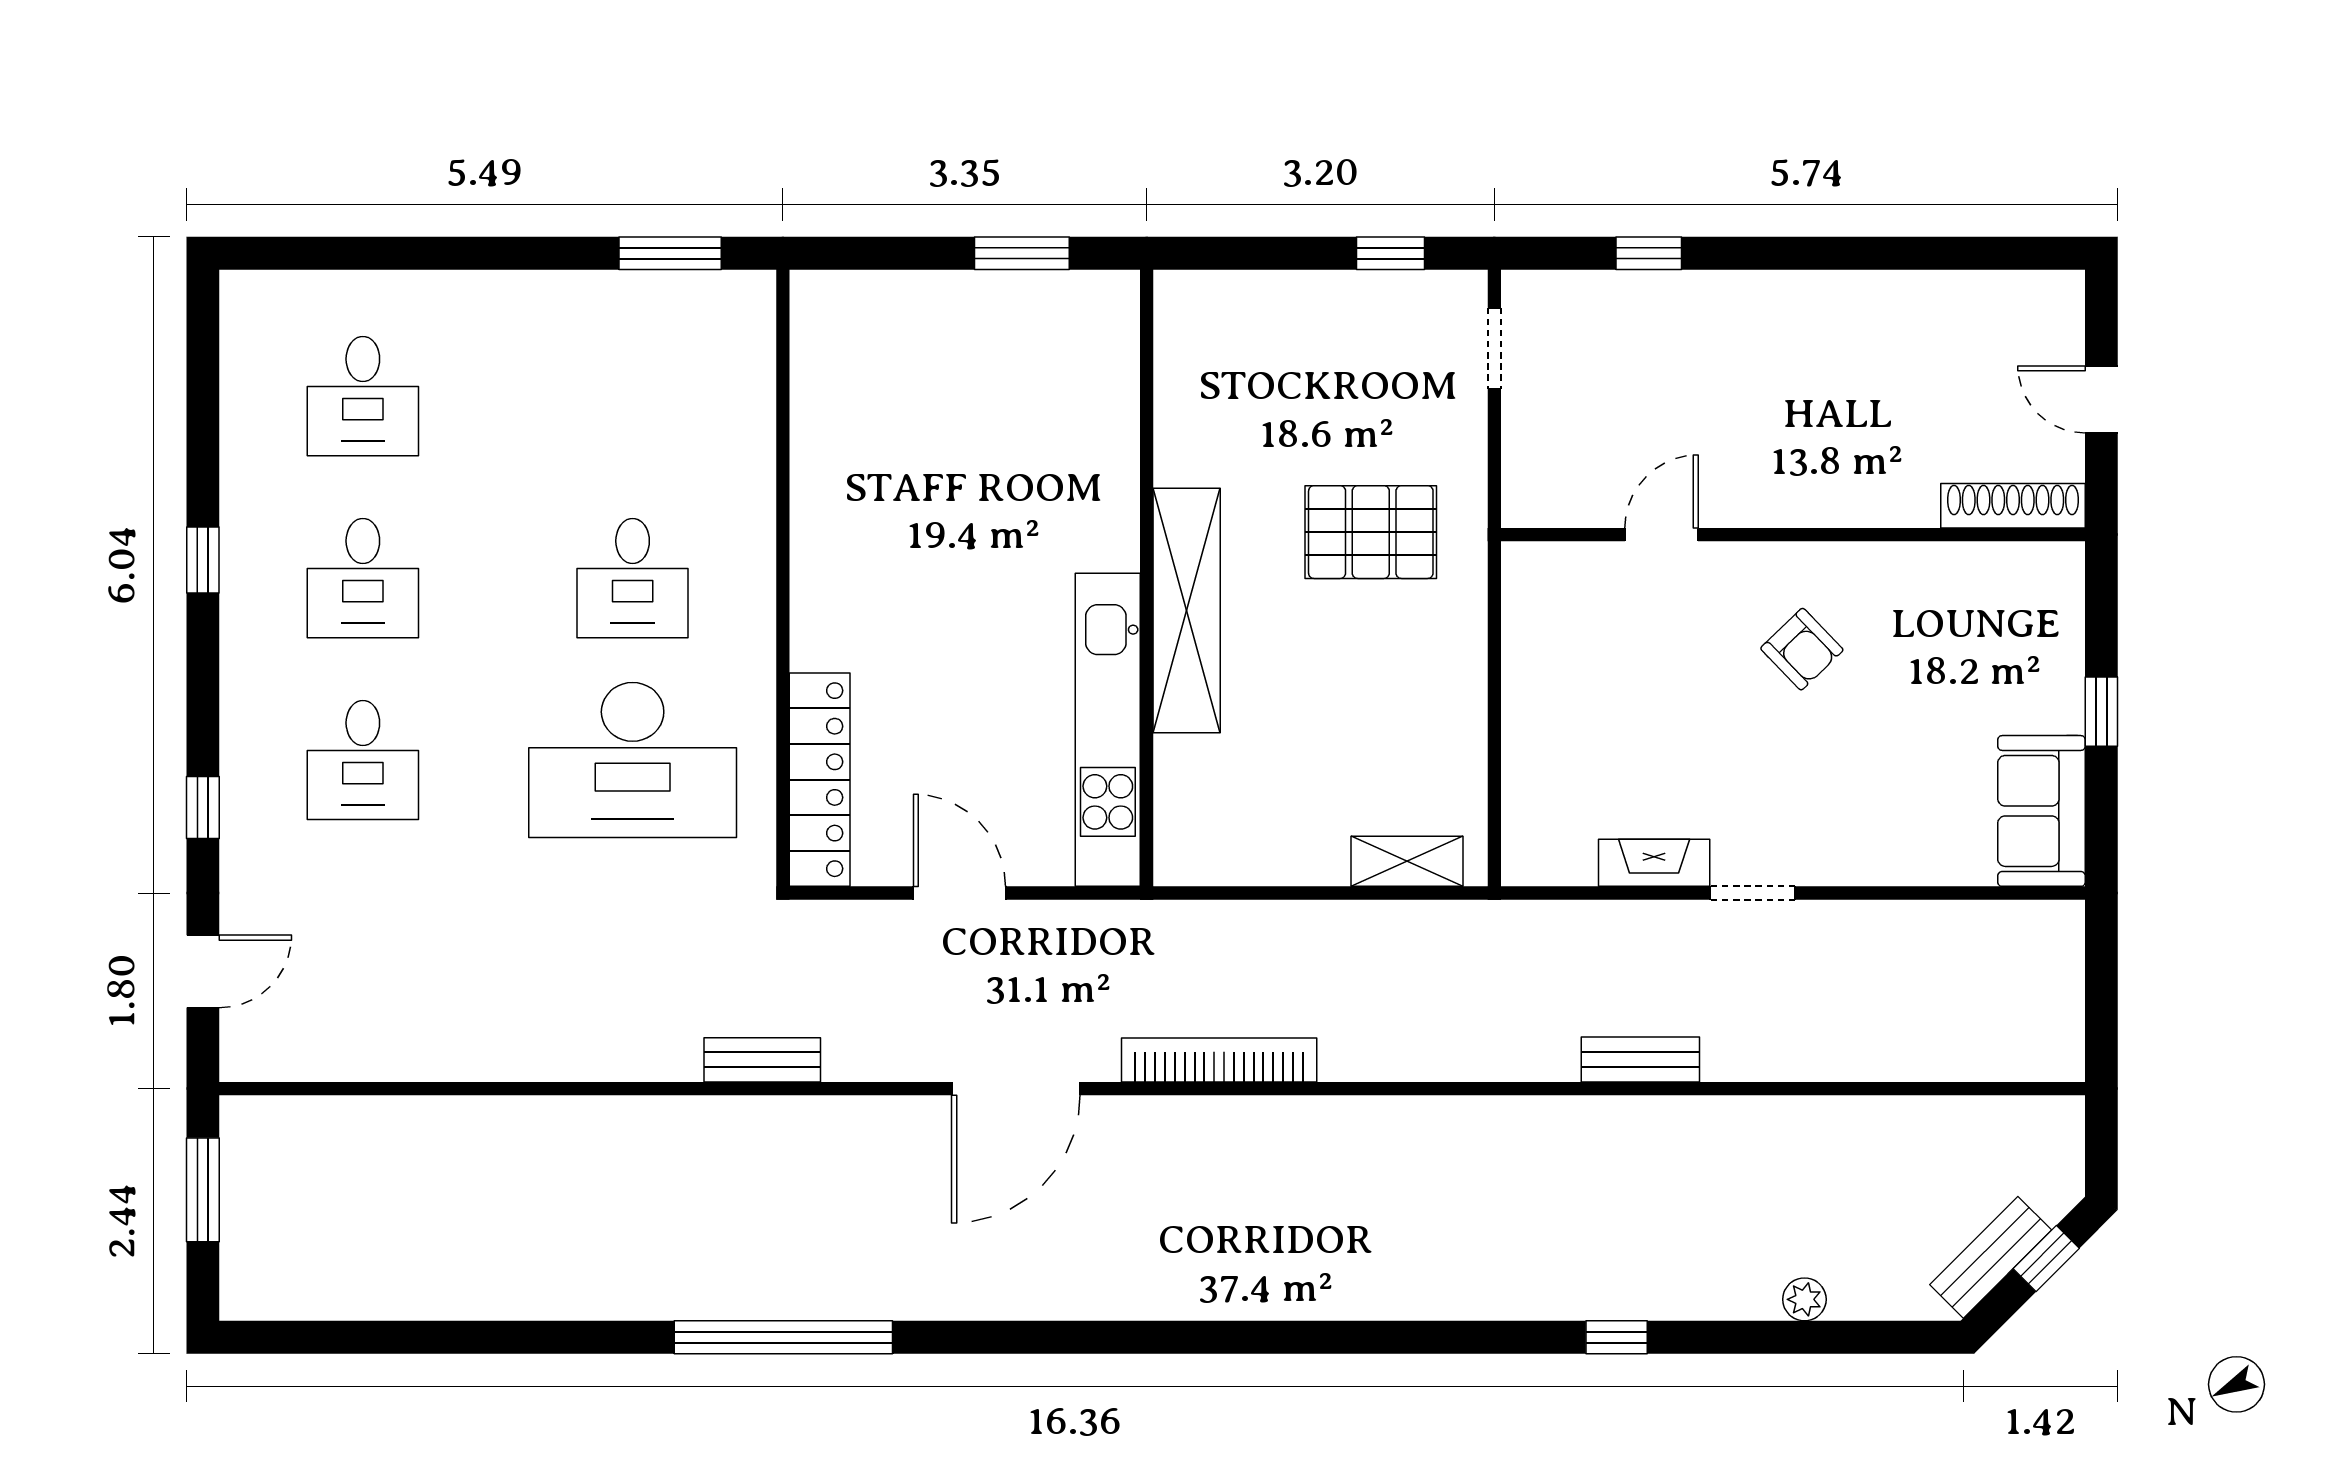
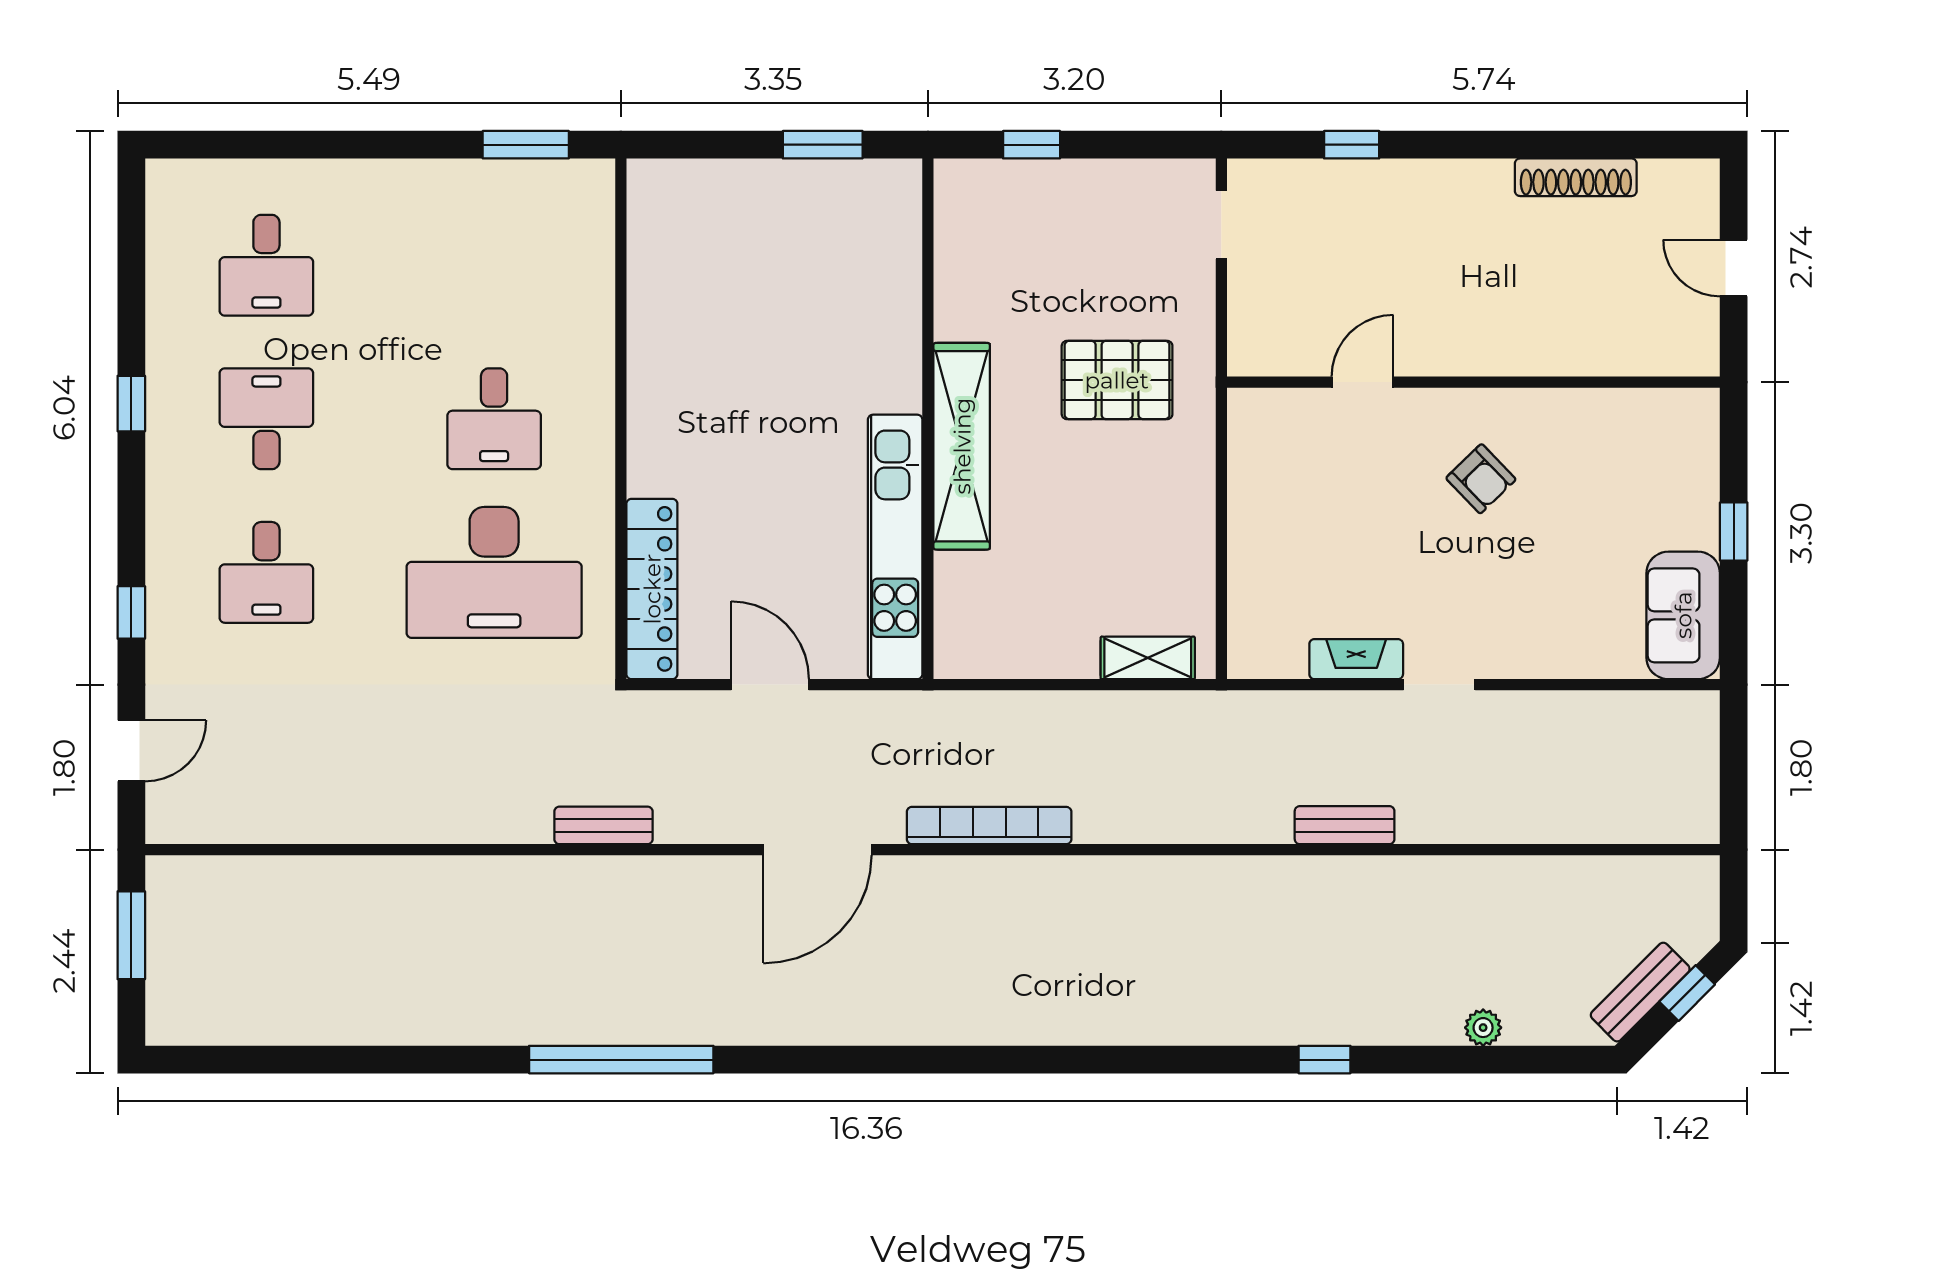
window: (1391, 253) -> (1032, 145), moved
shoe rack: (2013, 506) -> (1576, 177), moved, turned 180
desk: (363, 578) -> (266, 419), turned 180

